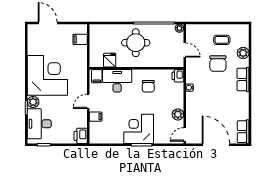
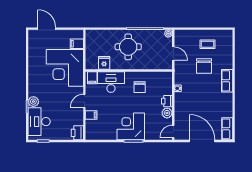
plant: (243, 53) -> (227, 56), removed
corner desk: (47, 75) -> (65, 68), moved, turned 180
printer: (178, 76) -> (167, 101), moved

